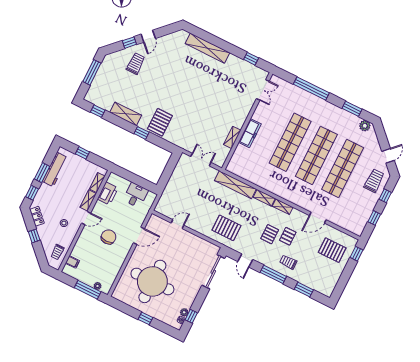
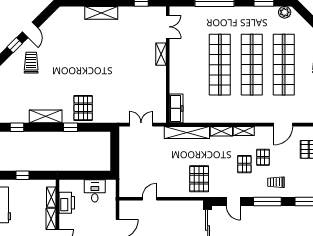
shelving: (207, 48) -> (101, 13), width x0.68
freezer: (250, 133) -> (176, 108), moved
shelving: (232, 137) -> (161, 54), moved
pallet: (226, 228) -> (199, 179), turned 90

